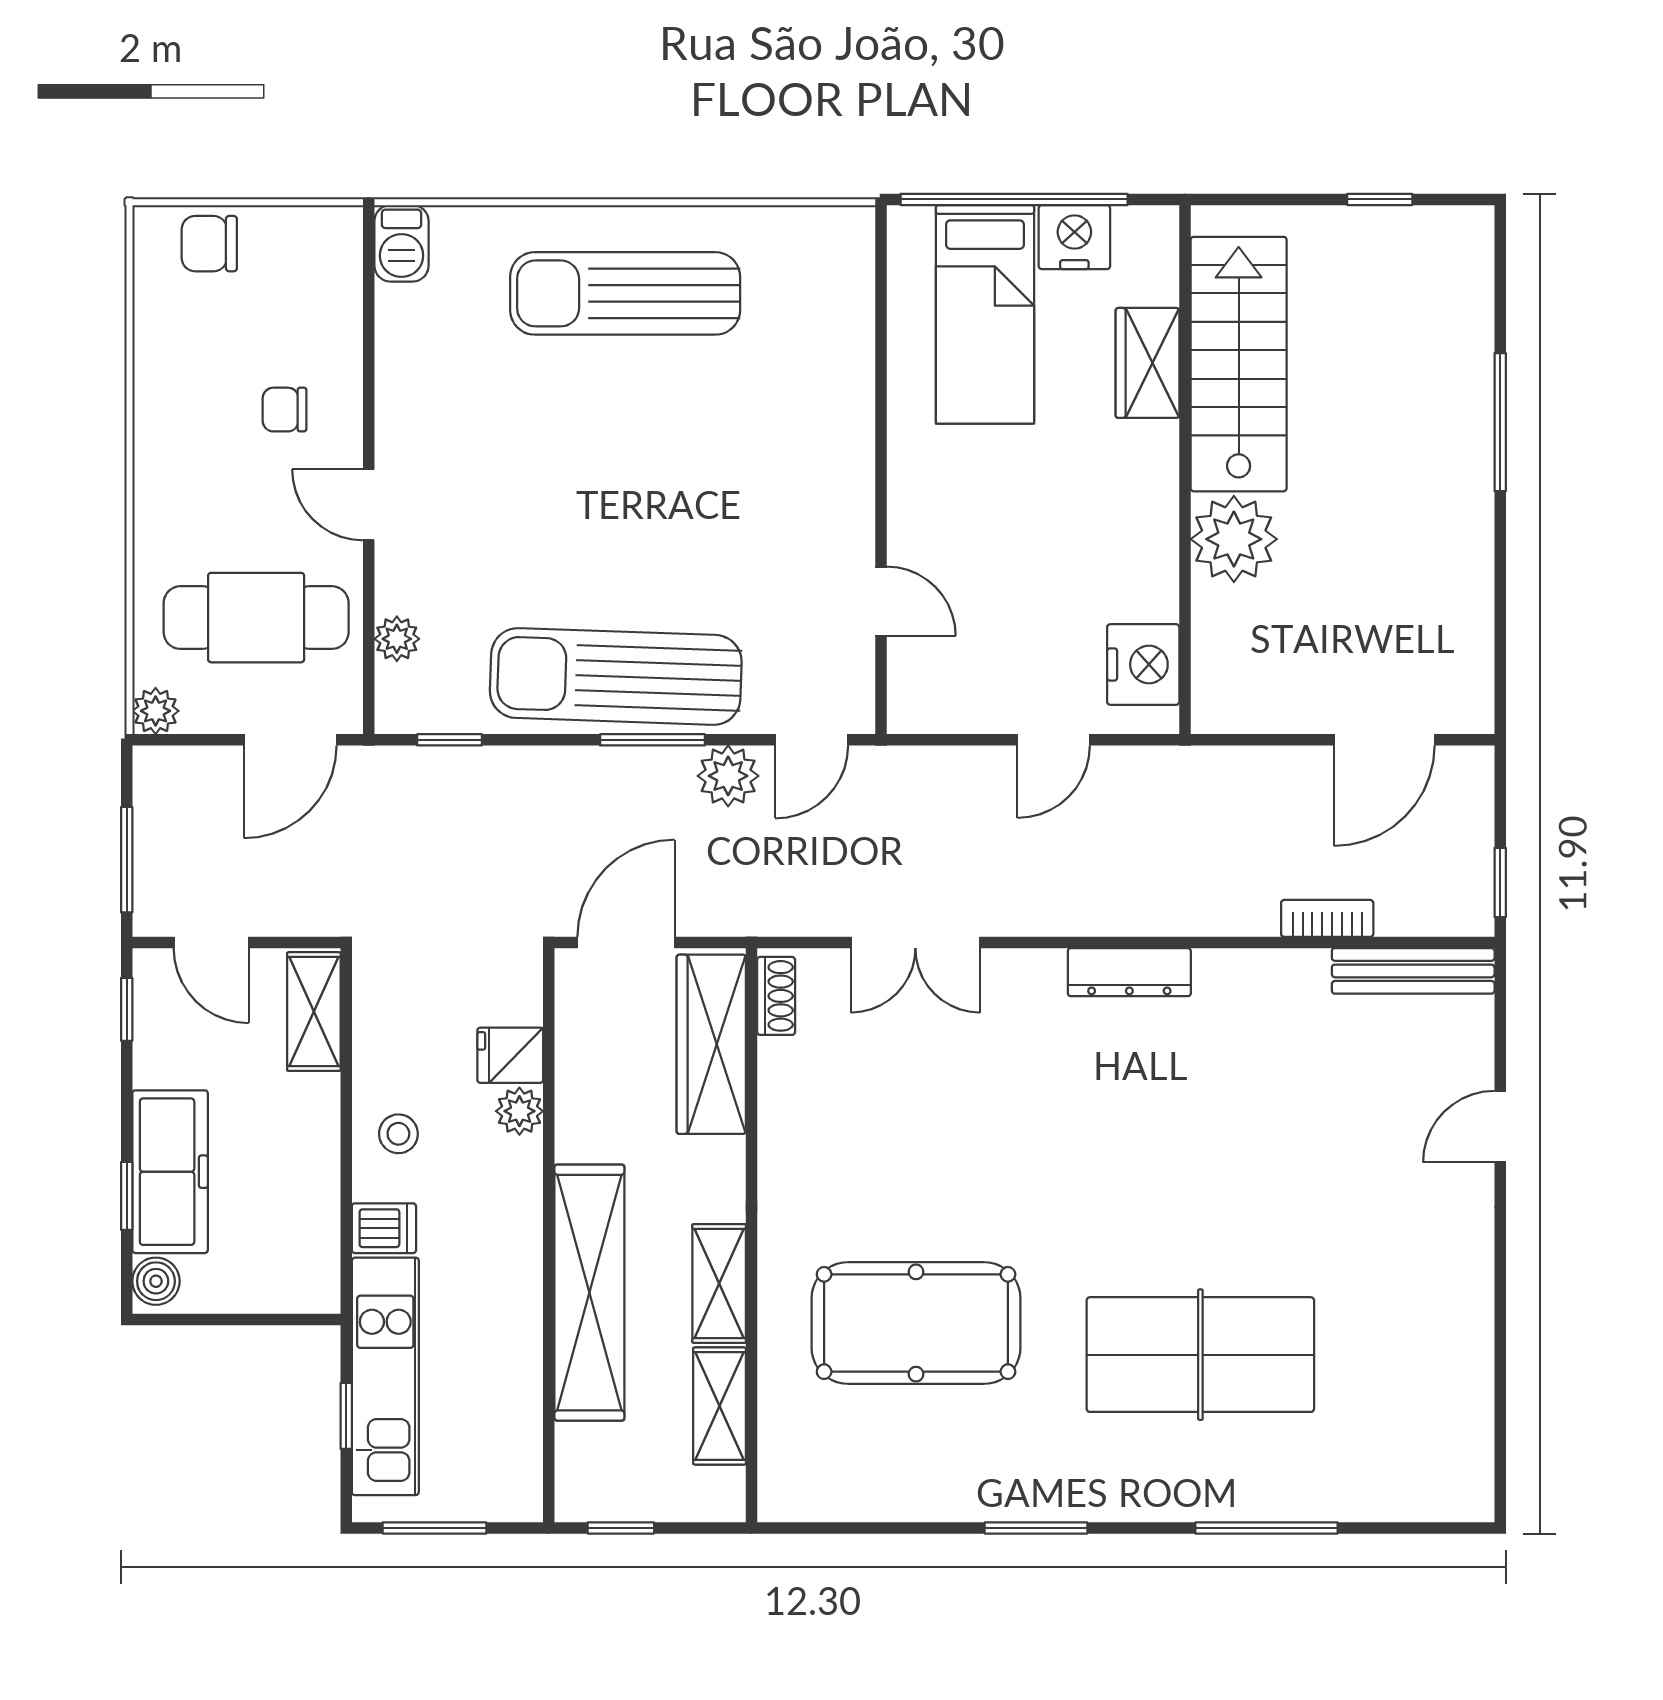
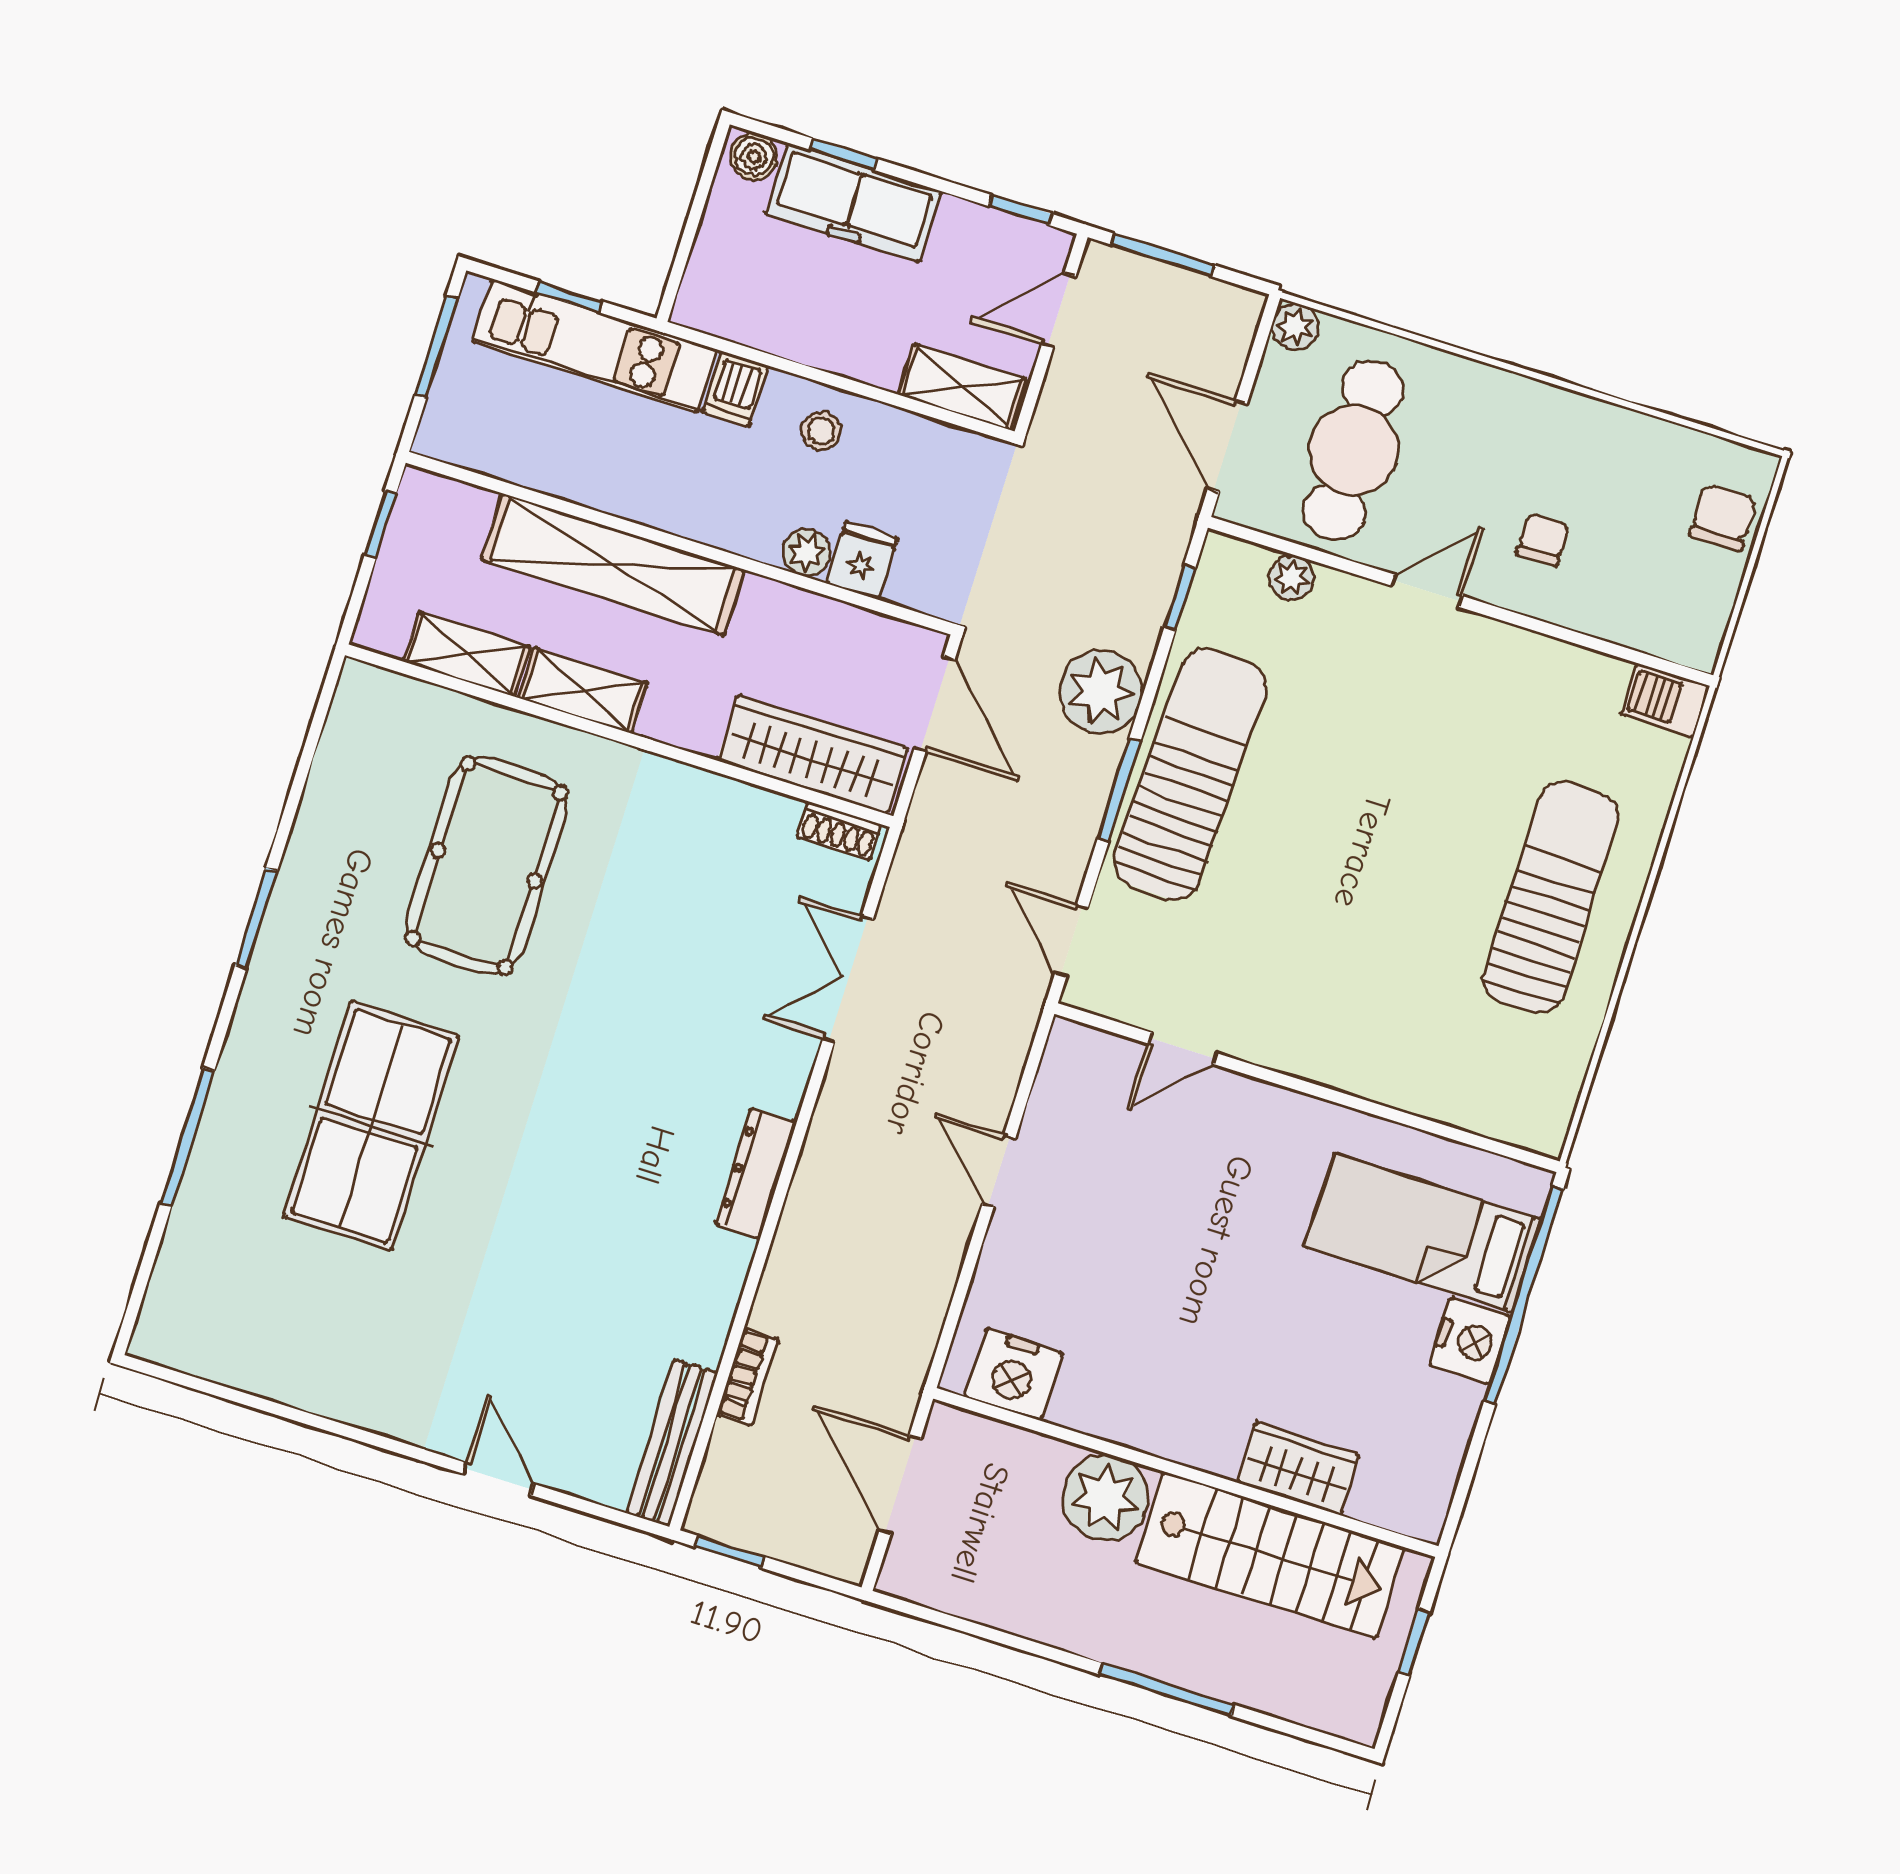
wardrobe: (1147, 363) -> (1298, 1469), moved
stairs: (1239, 364) -> (1270, 1555), moved
wall: (1185, 470) -> (1186, 1472), moved
plant: (1234, 539) -> (1105, 1498), moved
nightstand: (1143, 664) -> (1013, 1374), moved
plant: (728, 776) -> (1101, 692), moved, width x1.36, depth x1.36

